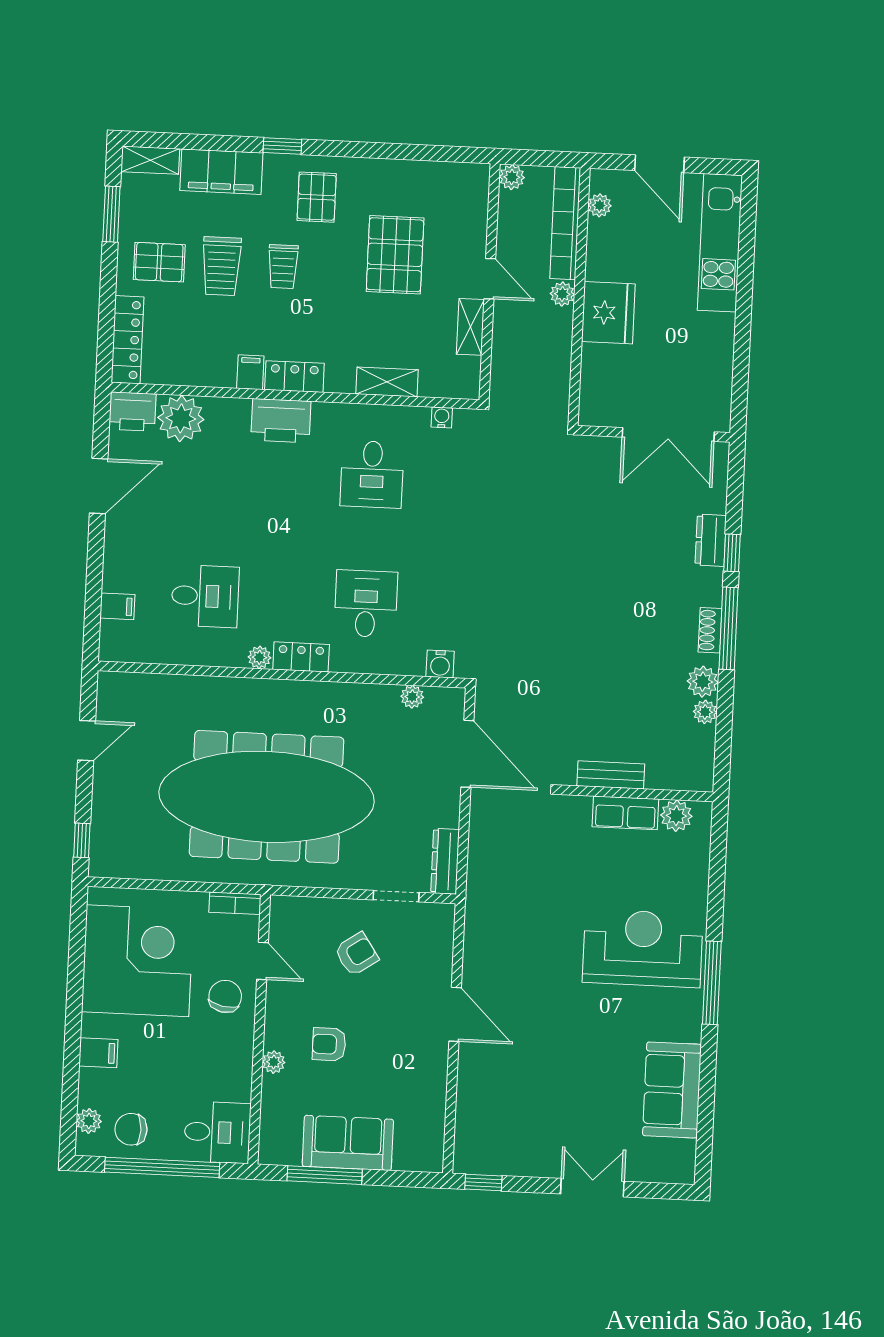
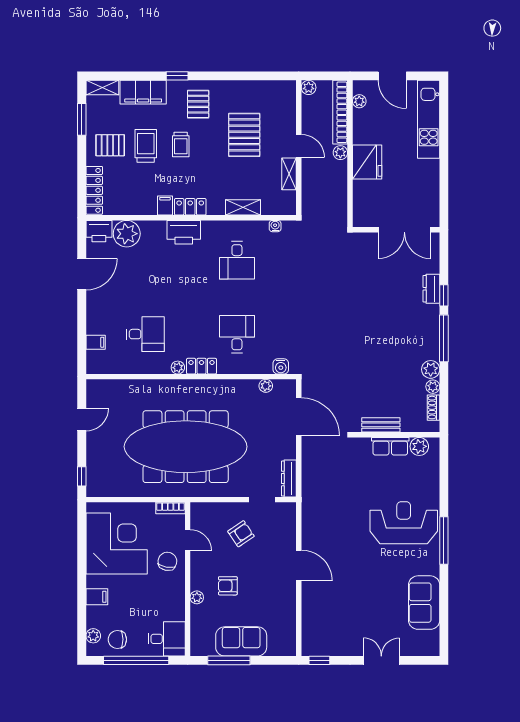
trolley: (221, 266) -> (146, 146), turned 180
shoe rack: (710, 630) -> (434, 408), moved

